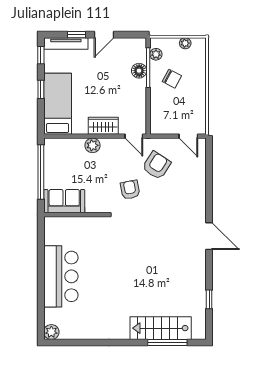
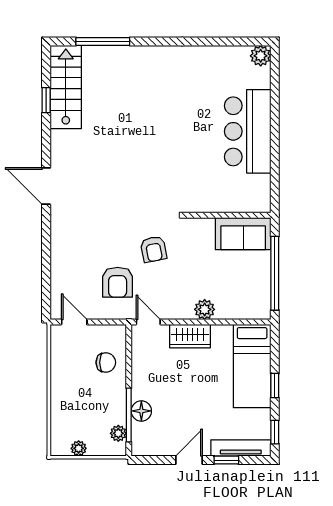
chair: (172, 79) -> (106, 362), moved, turned 152
armchair: (157, 165) -> (118, 282), turned -33
stairs: (161, 328) -> (66, 87), moved, turned -90

